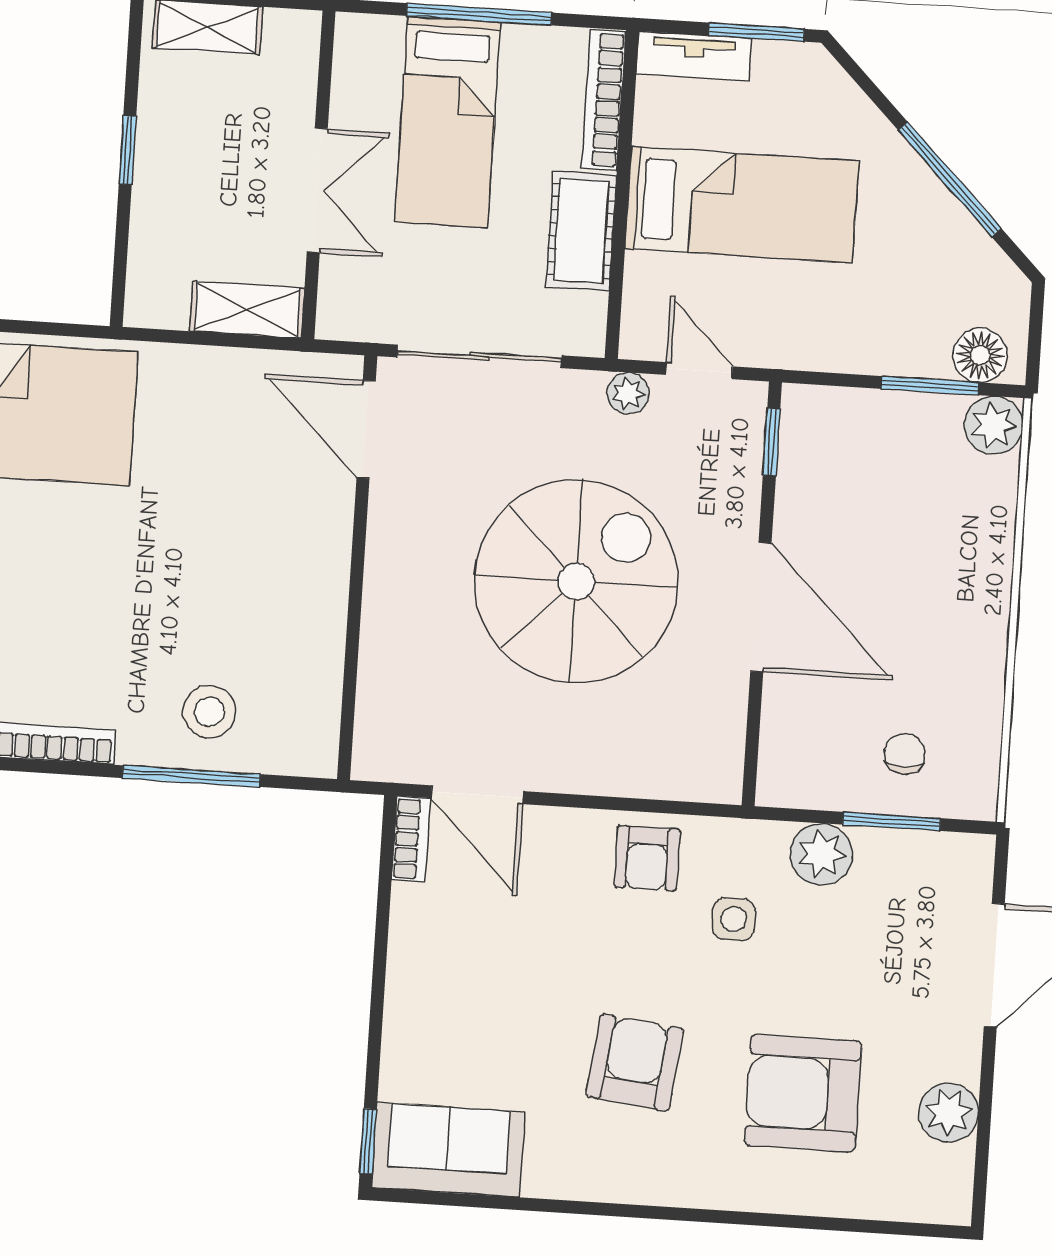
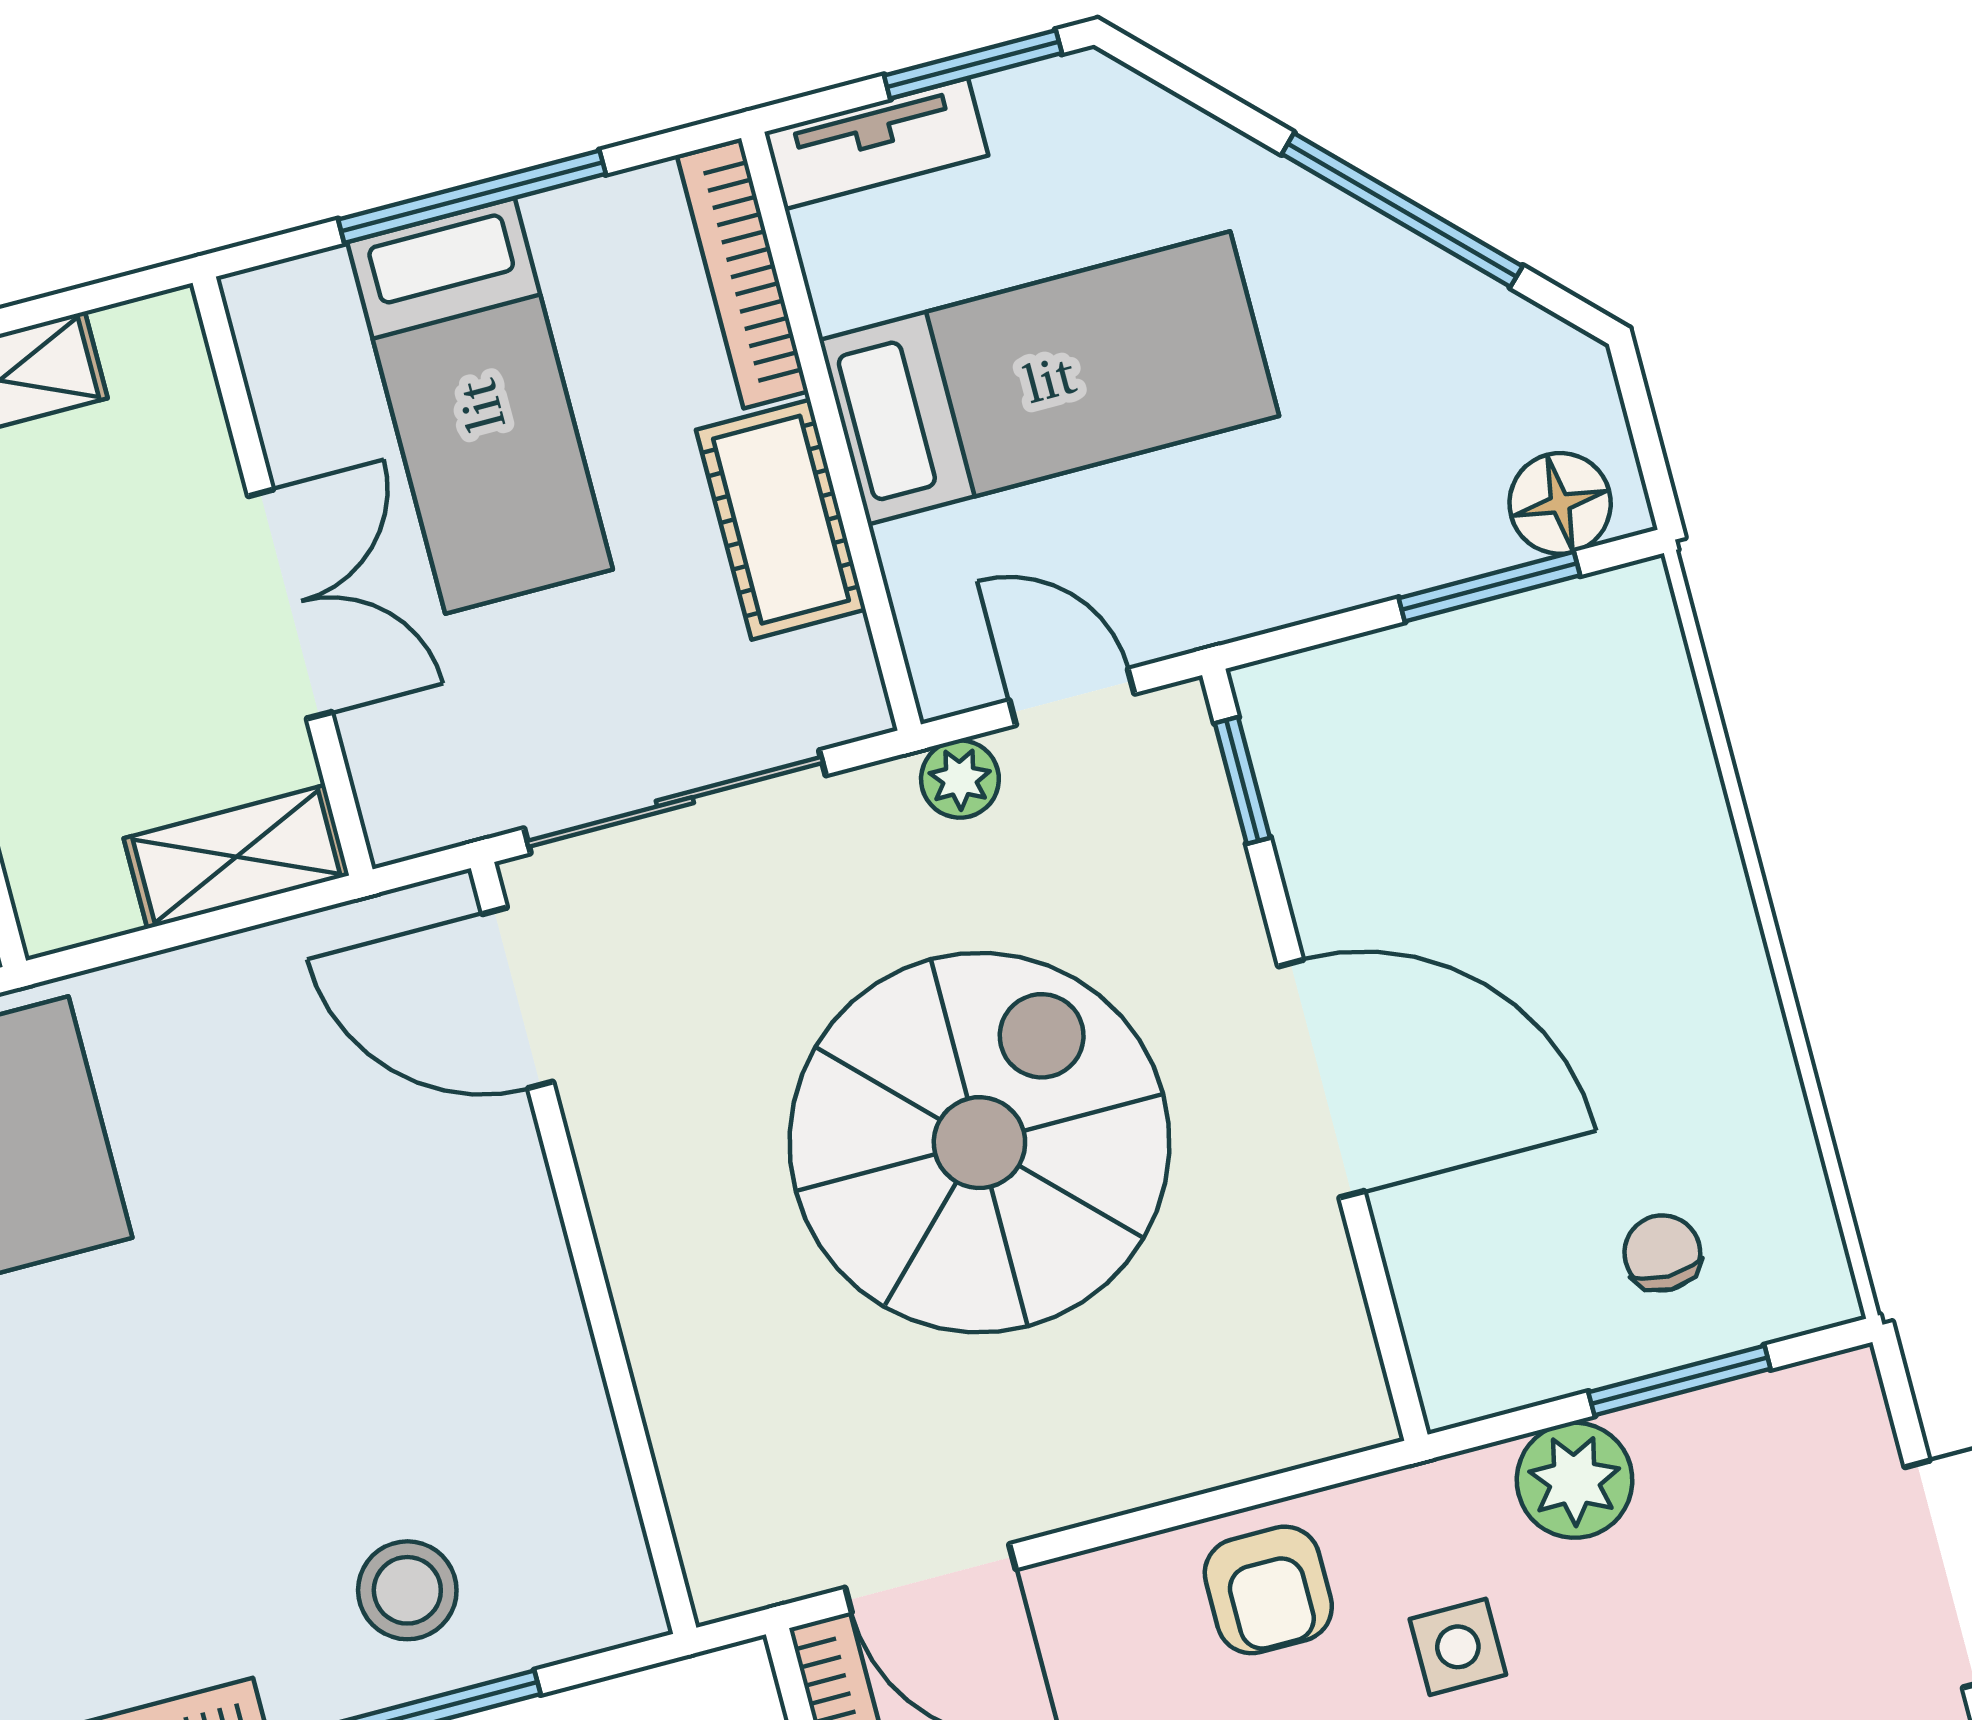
plant: (994, 425) -> (1625, 619), removed

